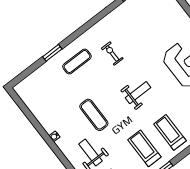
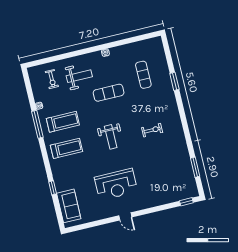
exercise mat: (77, 62) -> (143, 75), moved

